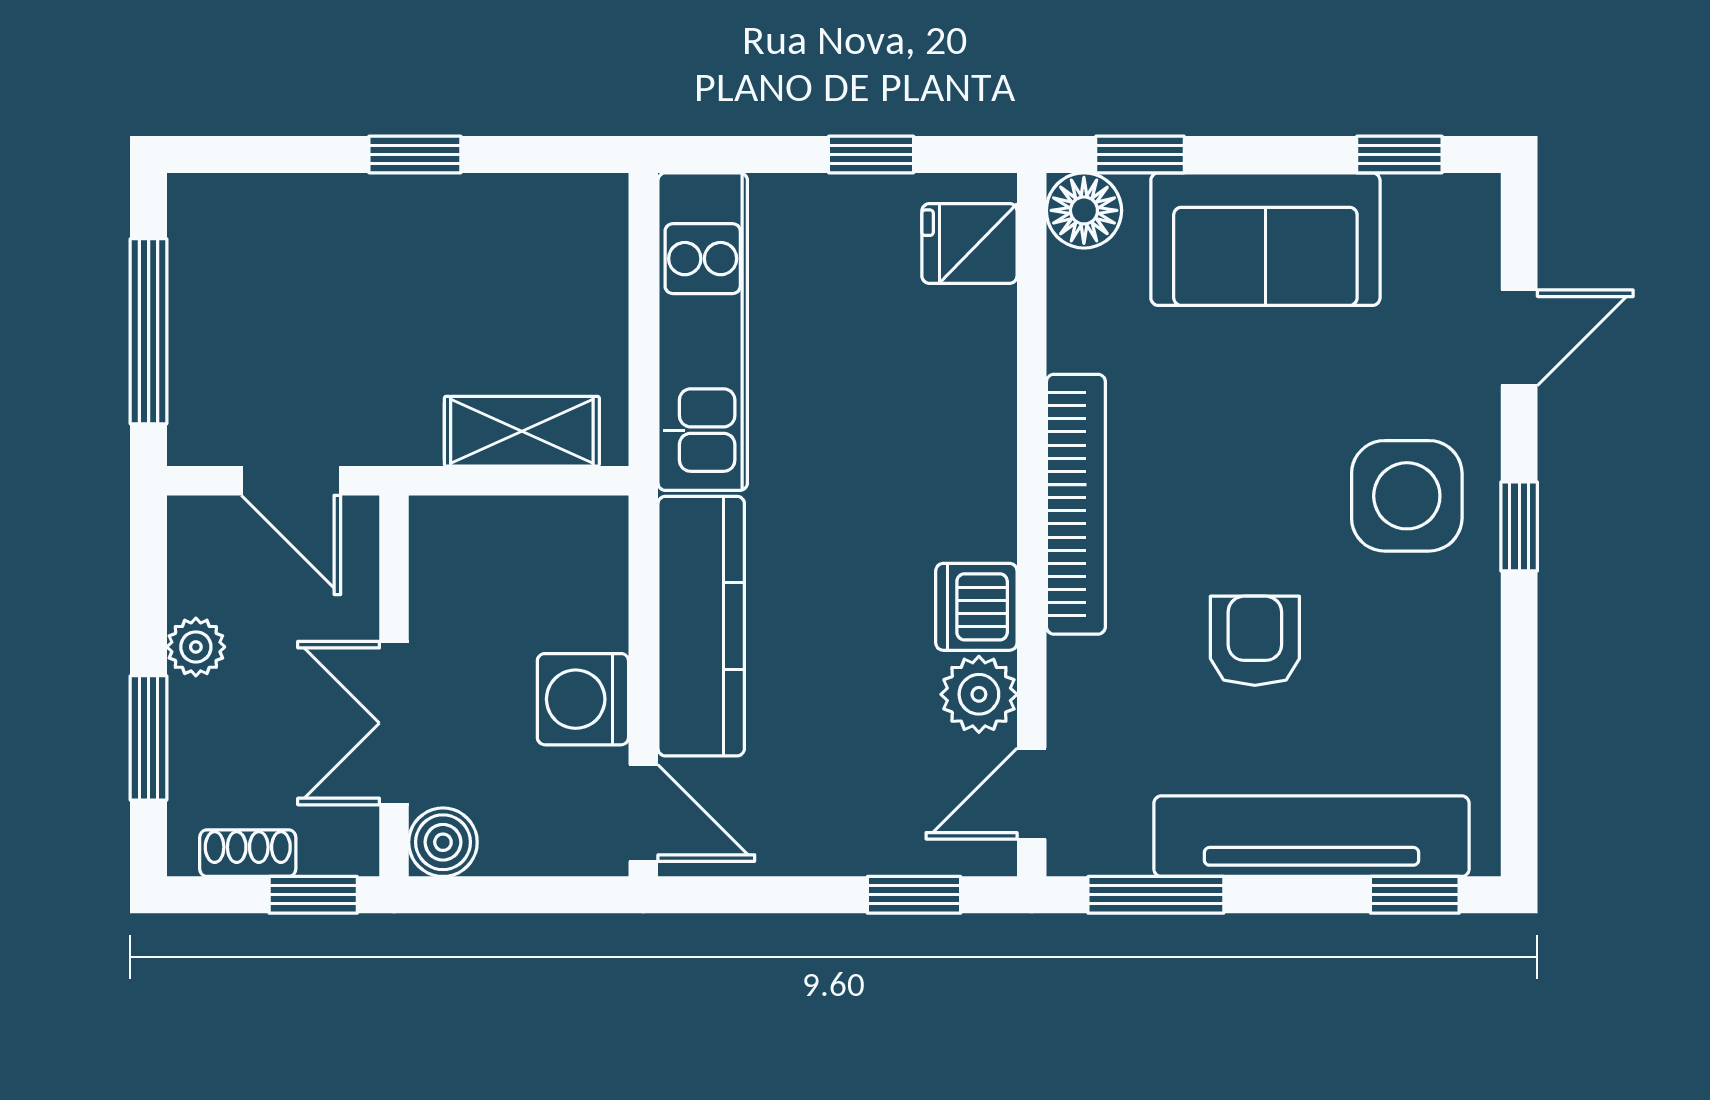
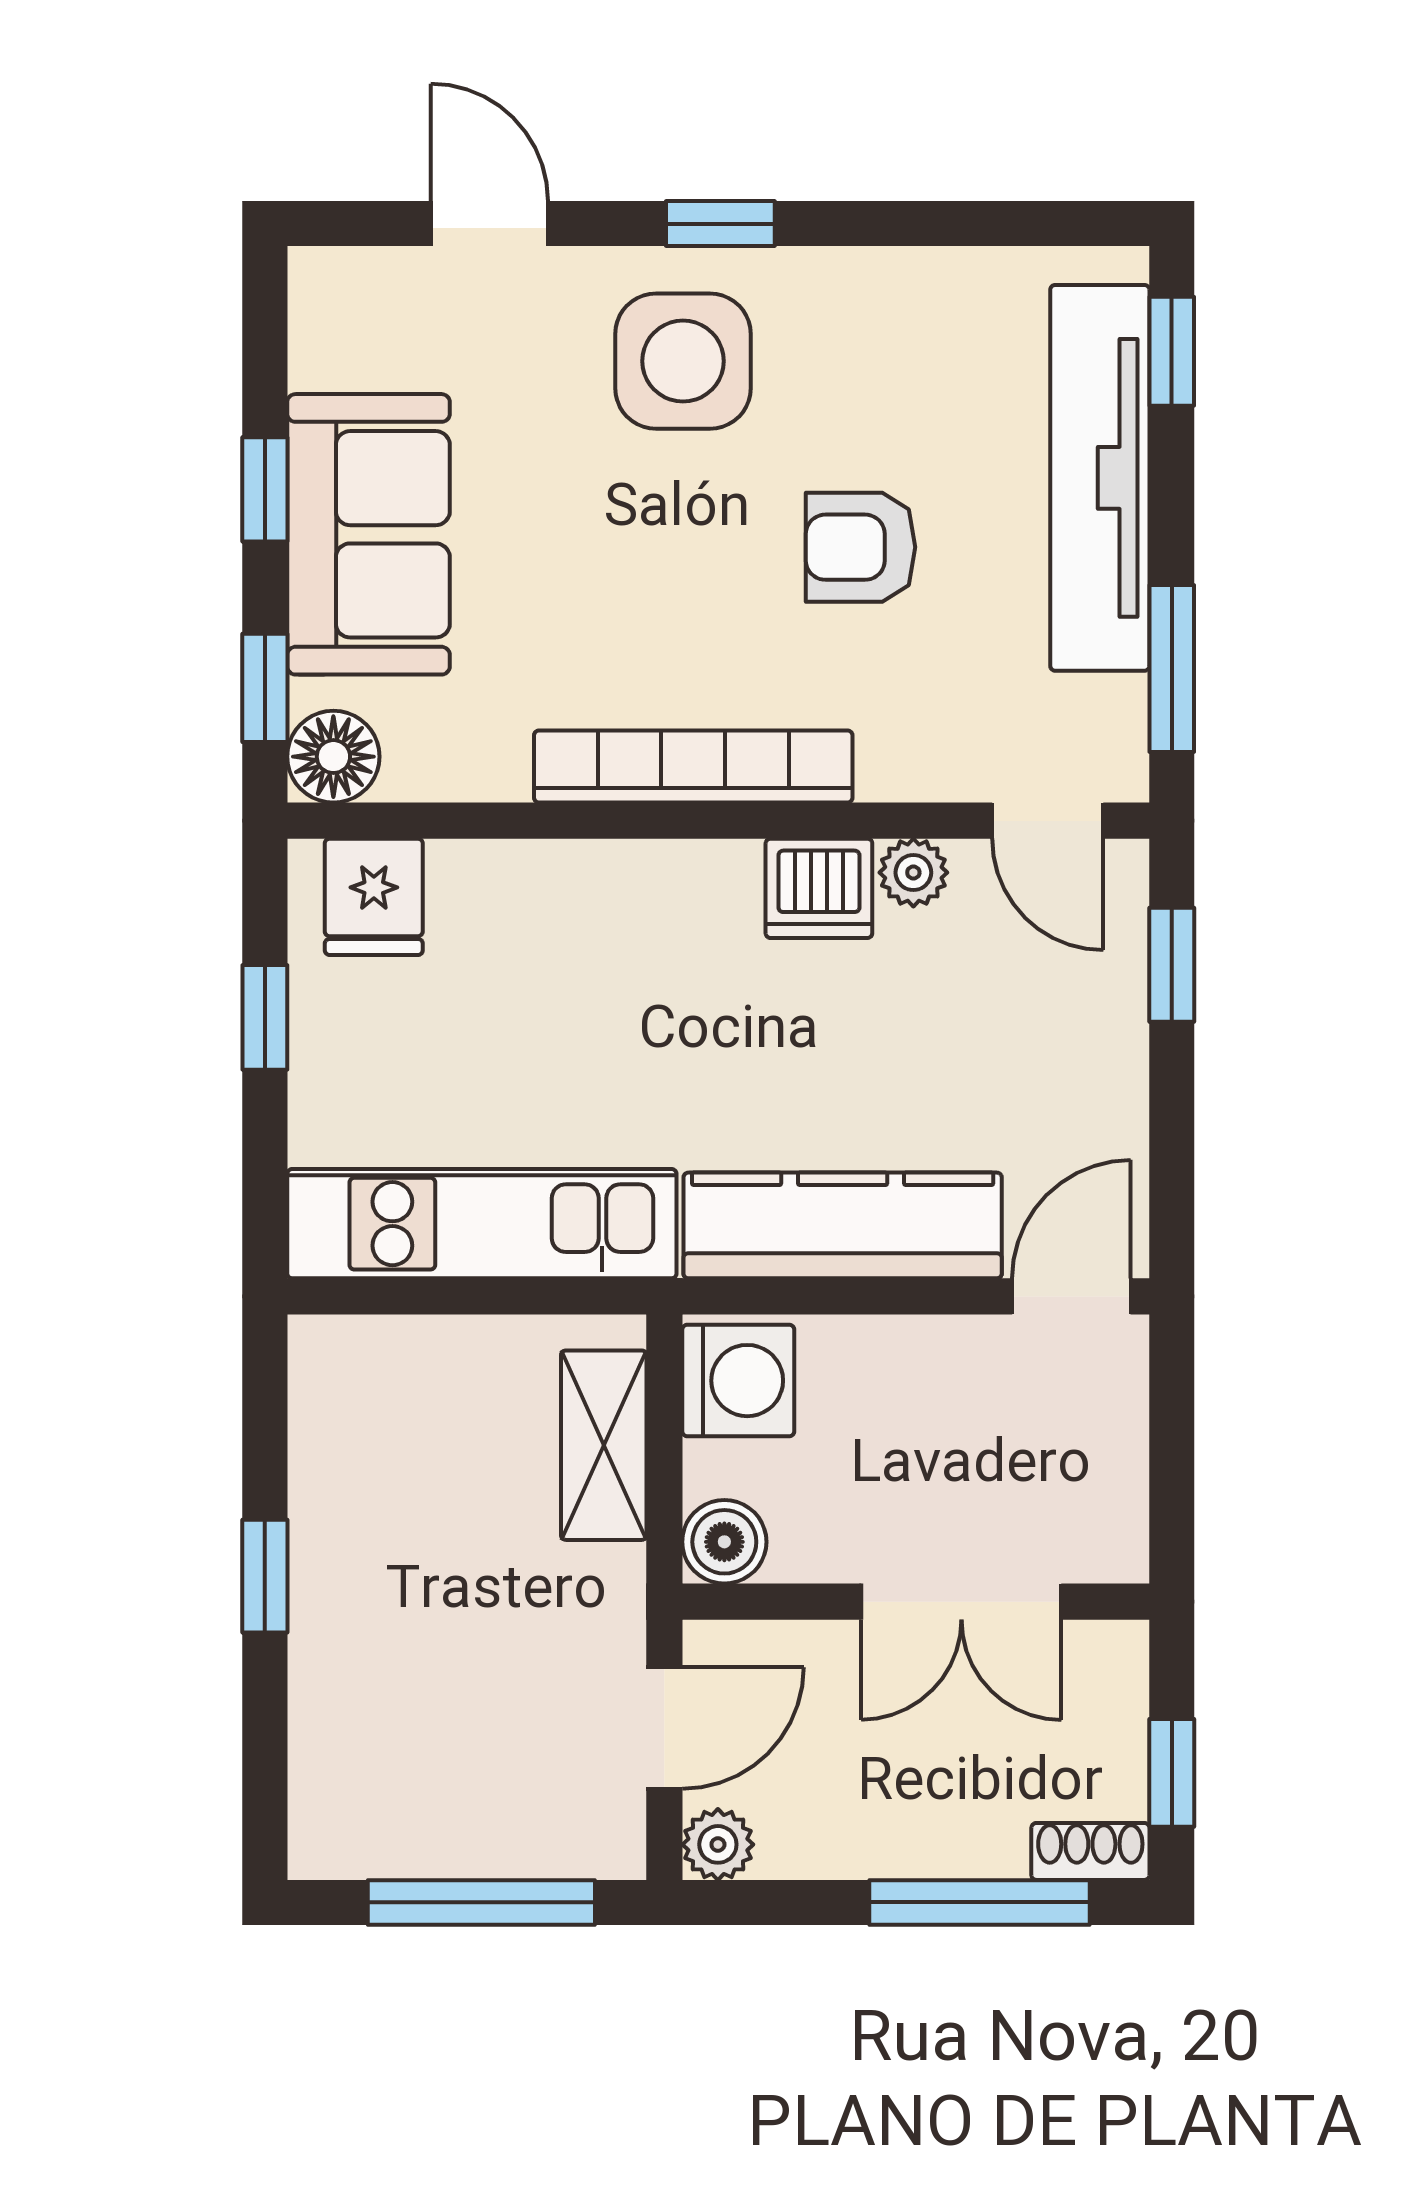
window: (1399, 155) -> (265, 489), moved
plant: (196, 647) -> (718, 1844), moved
plant: (979, 694) -> (913, 873), width x0.73, depth x0.73
washing machine: (583, 699) -> (738, 1381), moved, turned -90
window: (149, 738) -> (980, 1902), width x1.44
boiler: (443, 842) -> (724, 1542), moved
shoe rack: (248, 853) -> (1090, 1851), moved, turned 90
window: (313, 895) -> (1172, 1773), moved

